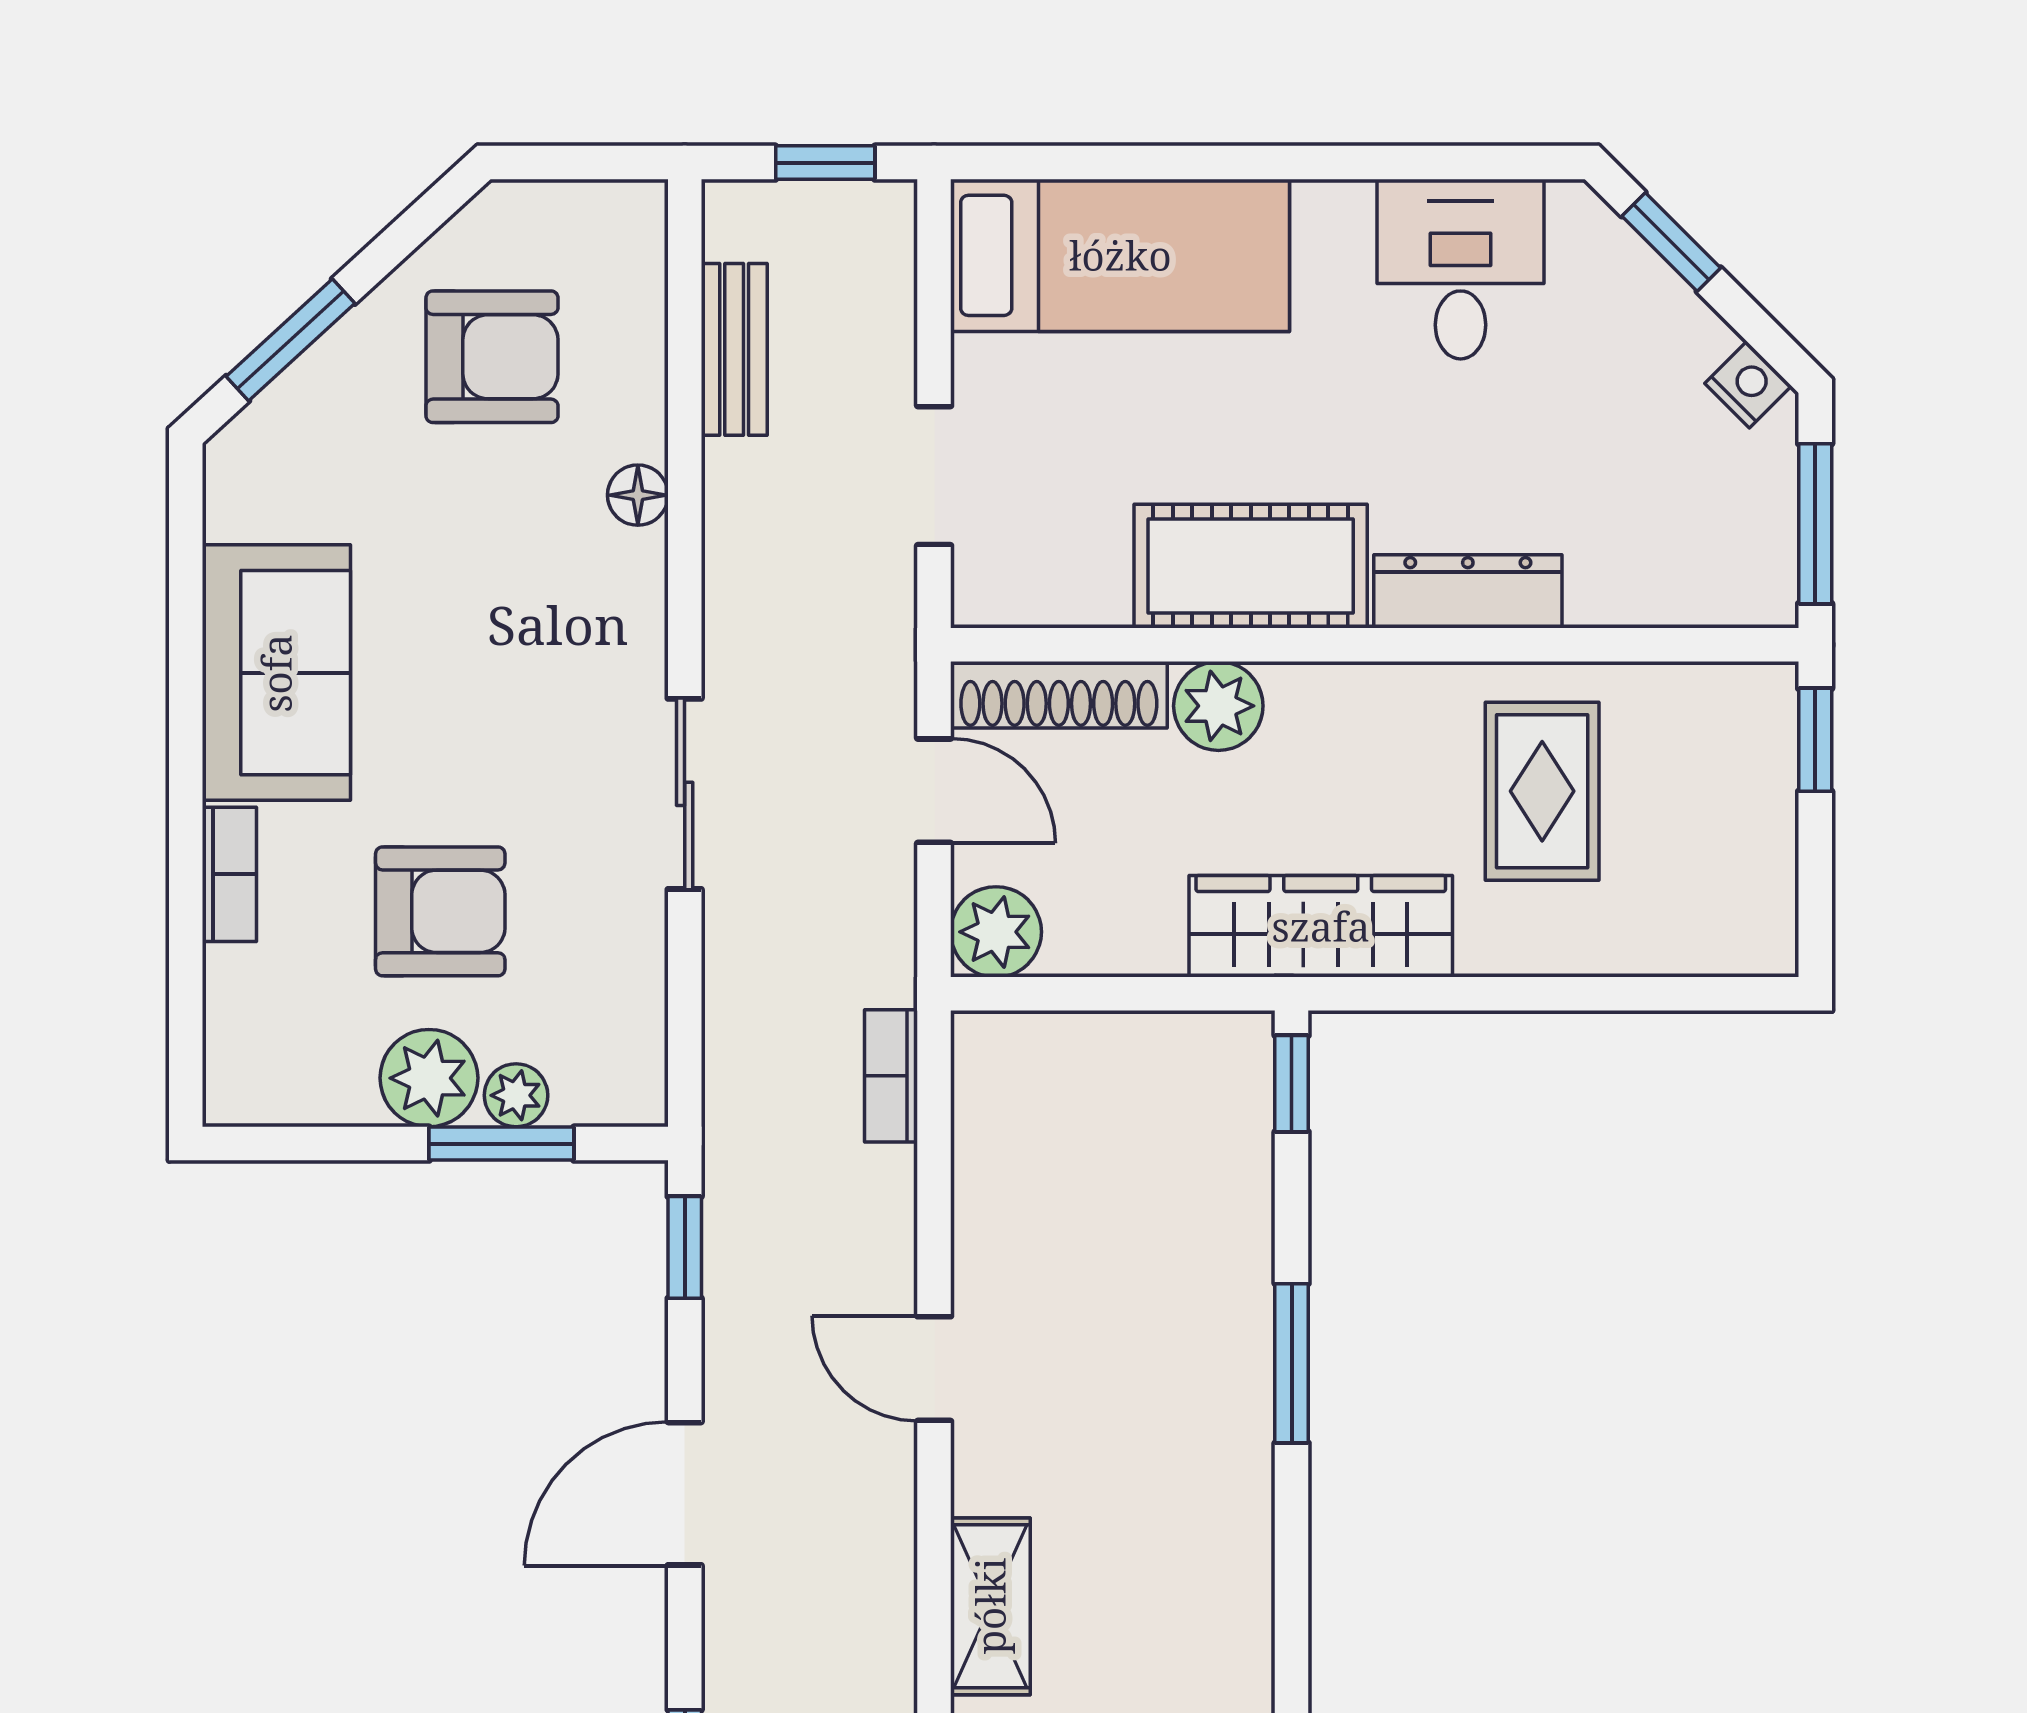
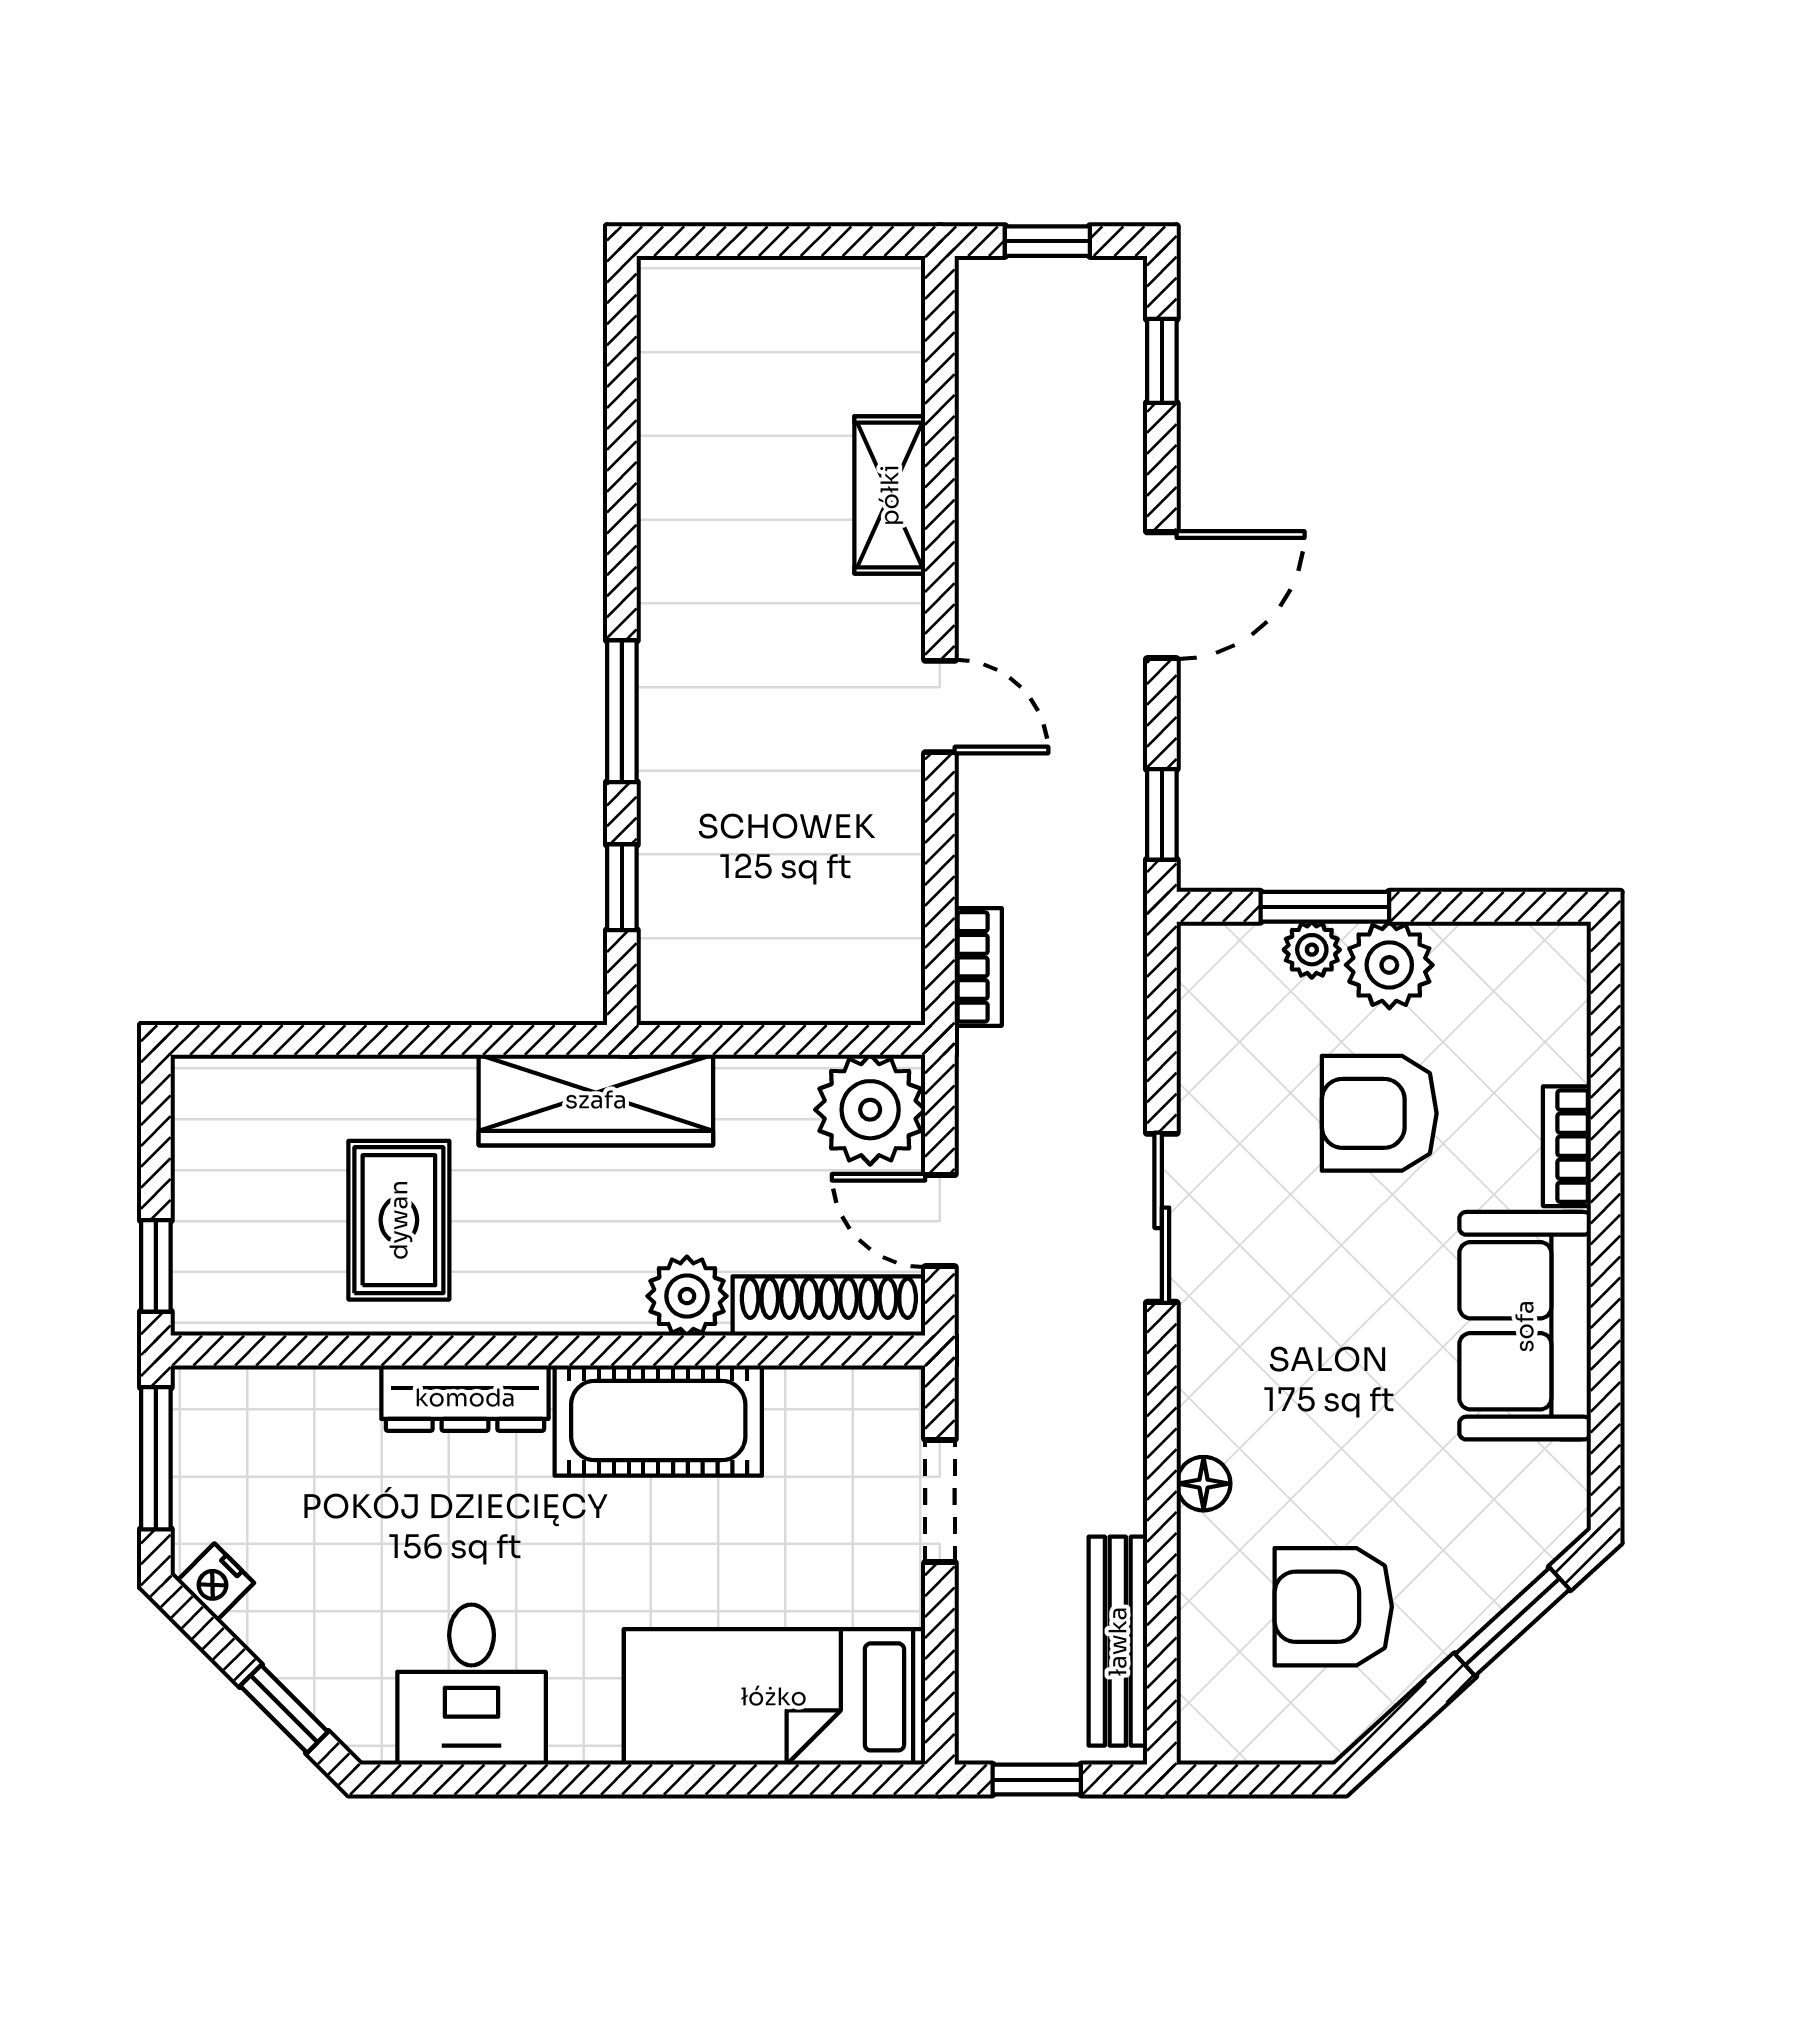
bench: (734, 349) -> (1118, 1641), width x1.36
plant: (996, 932) -> (870, 1110), width x1.36, depth x1.36
window: (1292, 1084) -> (622, 887), moved

